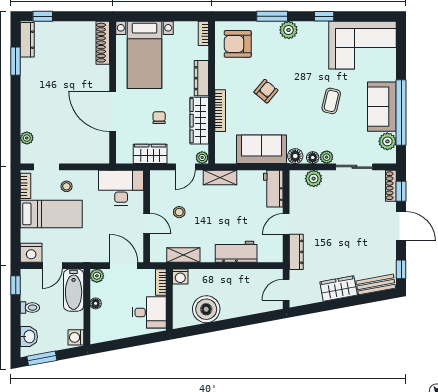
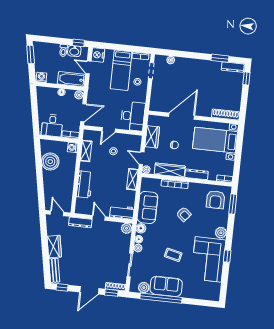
window: (272, 16) -> (233, 204), moved
armchair: (238, 44) -> (216, 200), turned 180
corner sofa: (362, 45) -> (208, 259), moved
plant: (314, 179) -> (126, 228), moved
washbasin: (29, 337) -> (74, 51), moved

